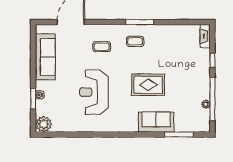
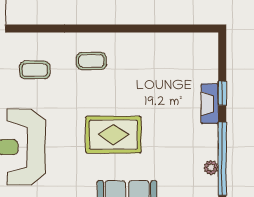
window: (140, 22) -> (99, 28), removed
fireplace: (205, 36) -> (210, 104), moved

